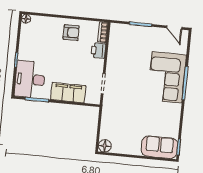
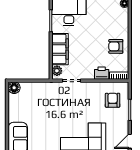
armchair: (71, 33) -> (116, 46), turned 90
armchair: (128, 42) -> (113, 100), added
plant: (91, 98) -> (57, 71), added

